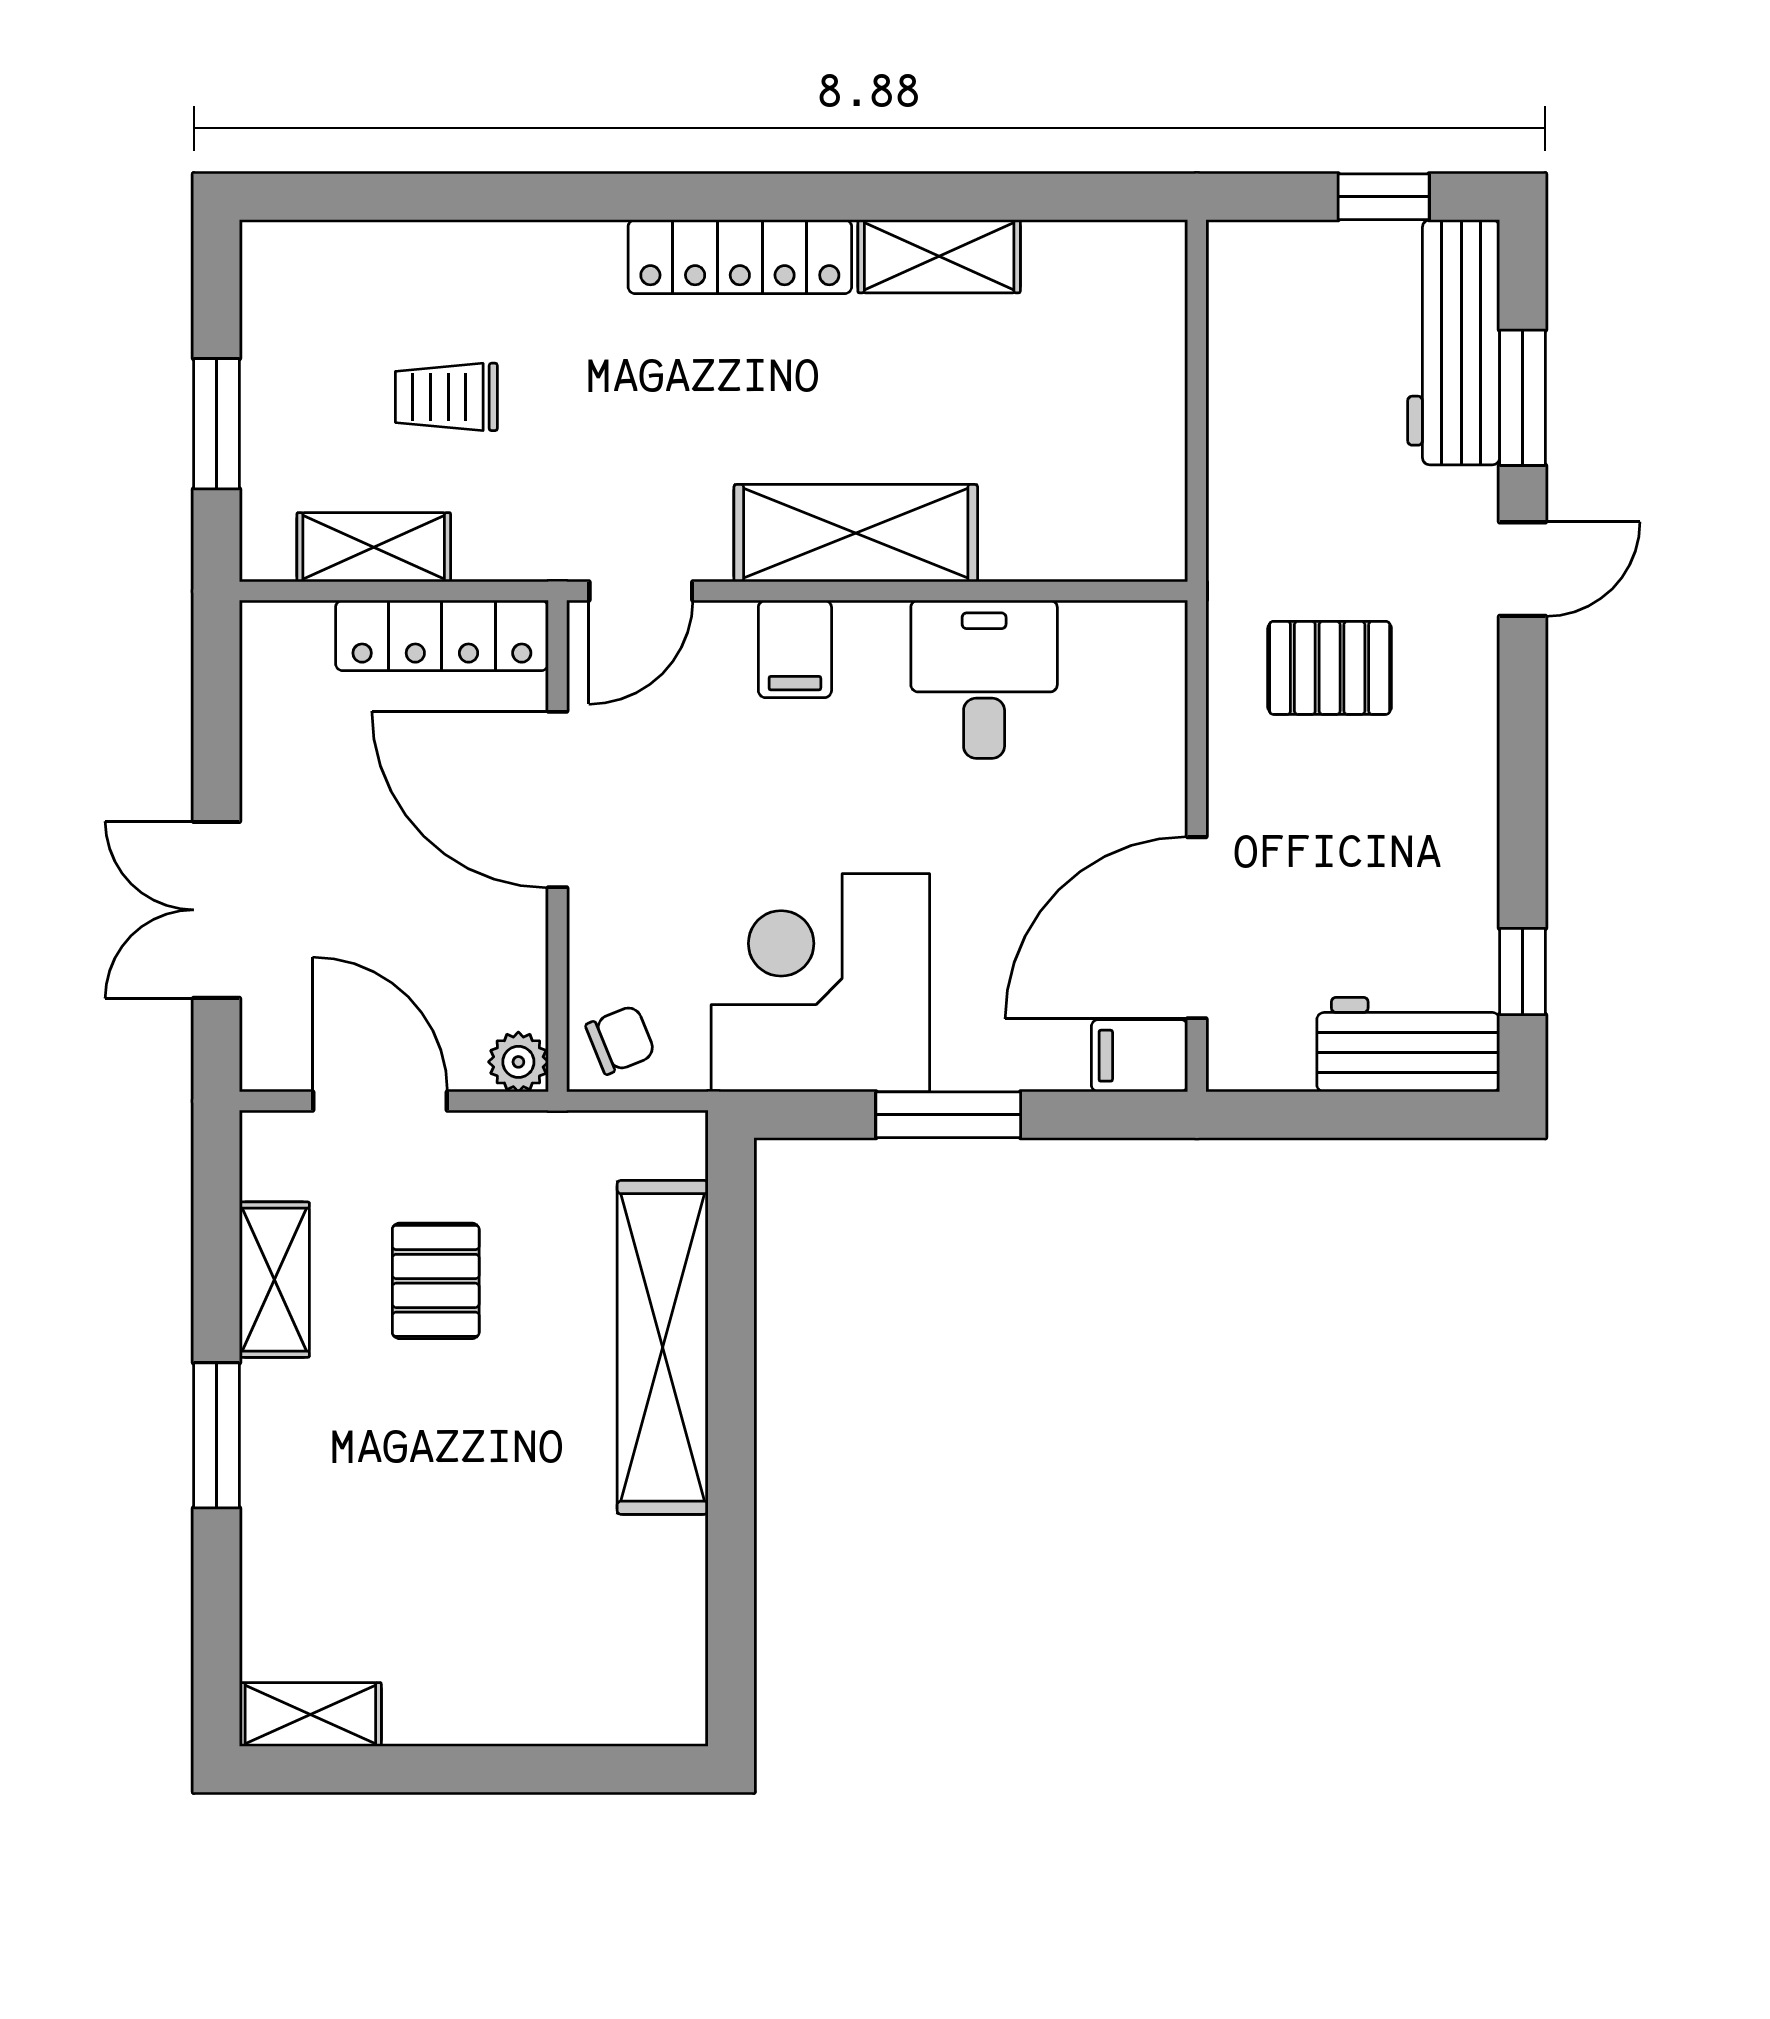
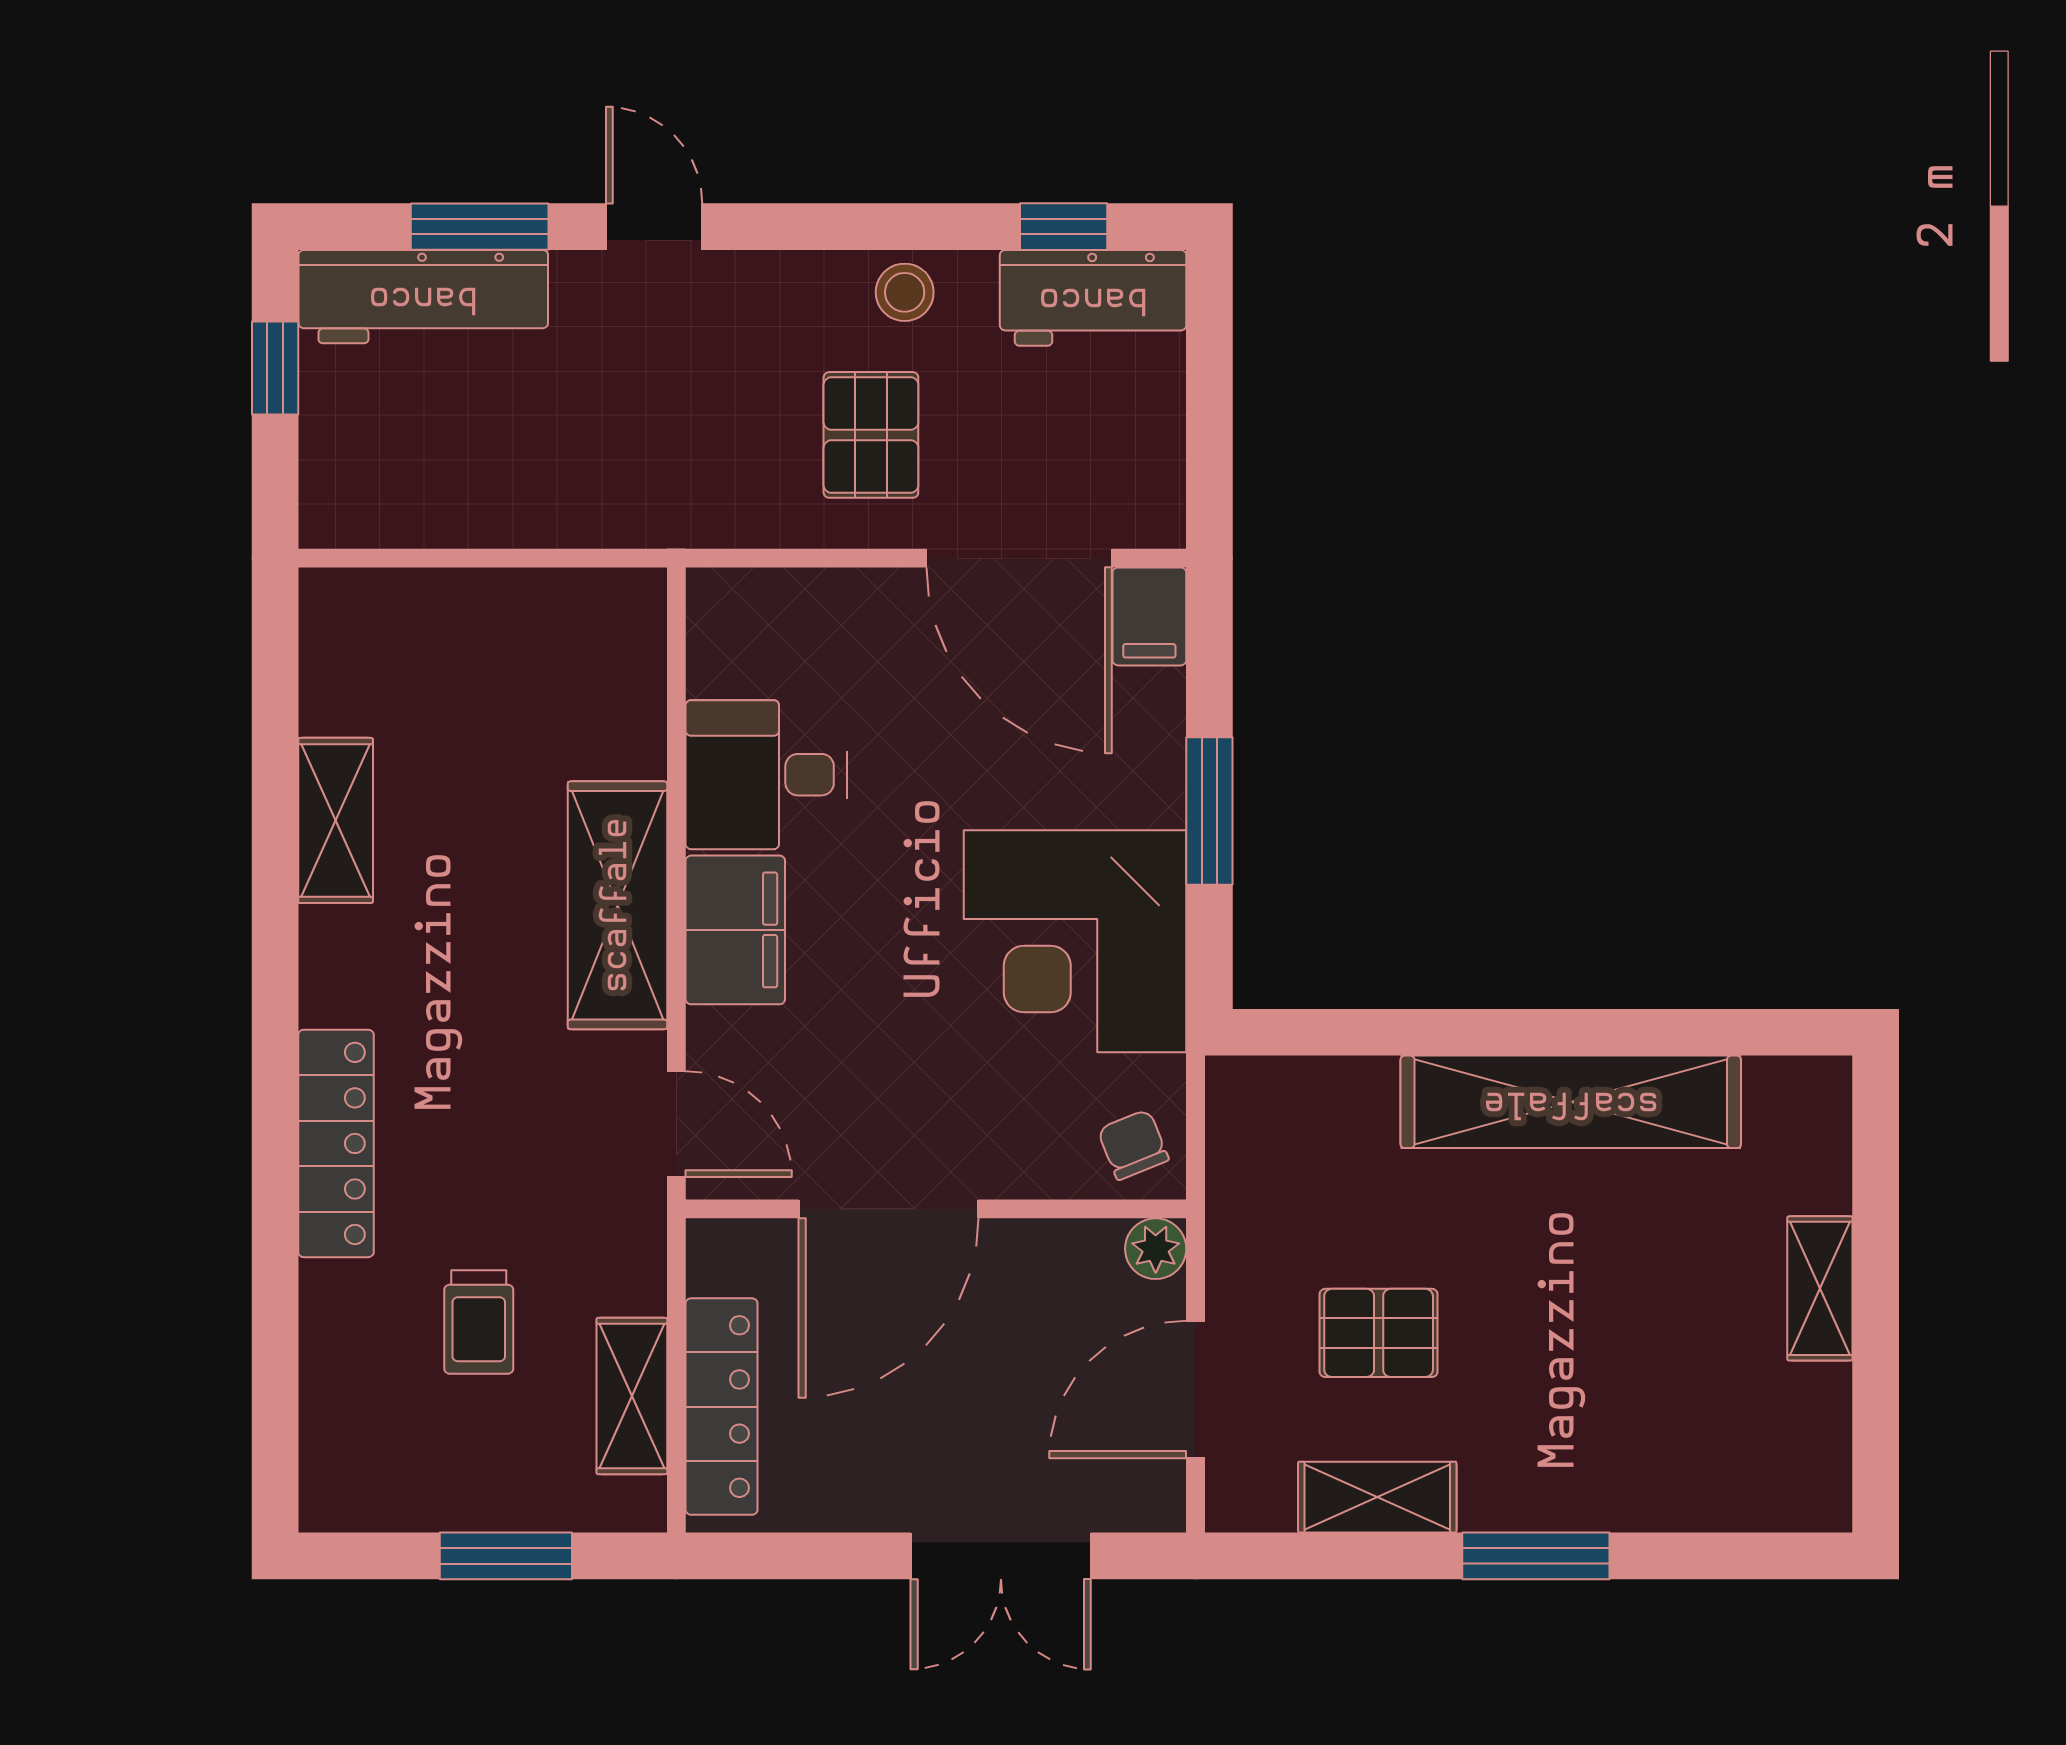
locker: (740, 257) -> (336, 1143), moved
locker: (442, 635) -> (722, 1407), moved
filing cabinet: (795, 649) -> (735, 930), width x2.00
pallet: (1330, 668) -> (871, 435), moved
stool: (1458, 815) -> (905, 292), added
workbench: (1408, 1045) -> (1093, 298), moved, turned -90
shelving: (663, 1347) -> (1571, 1102), moved
shelving: (310, 1714) -> (1820, 1288), moved

